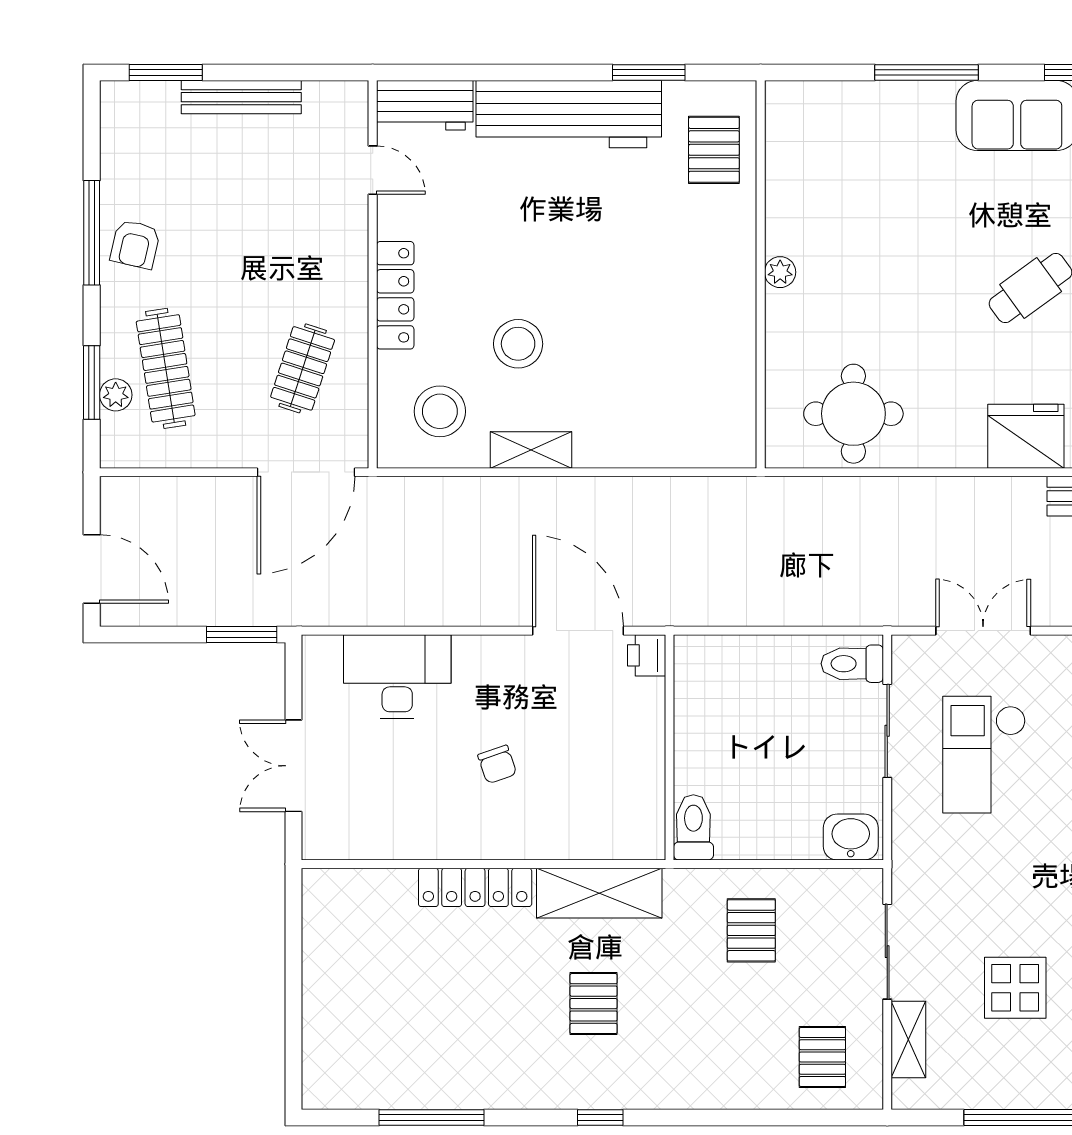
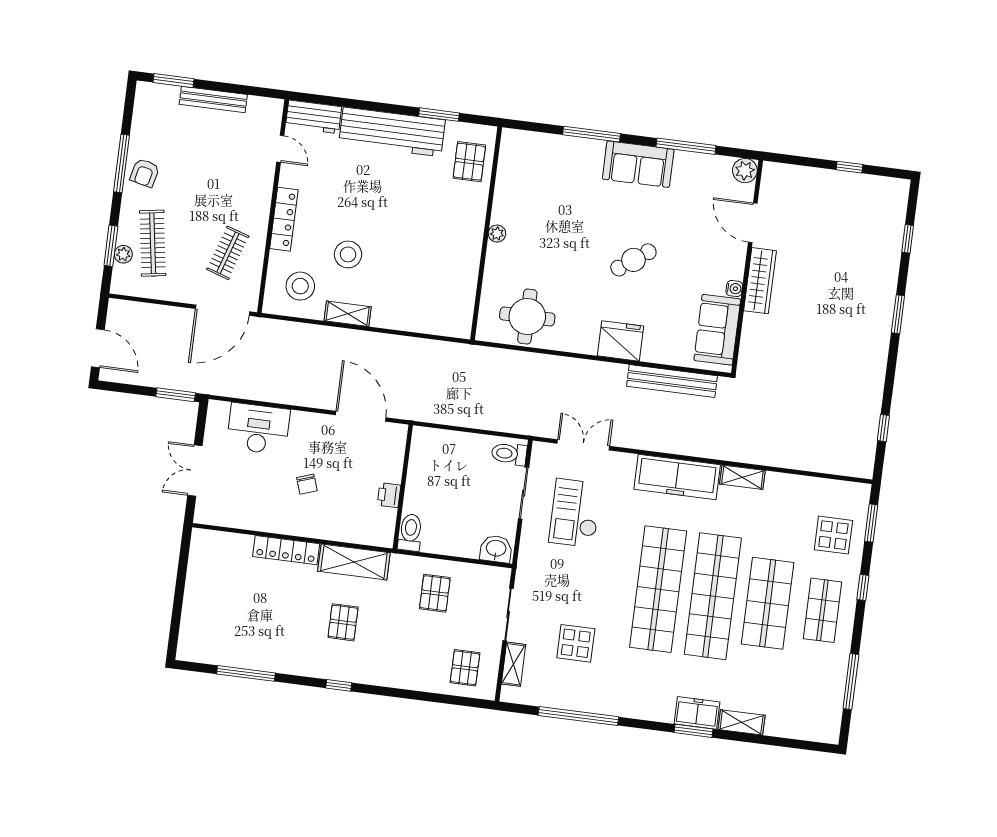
printer: (647, 655) -> (389, 495), moved

